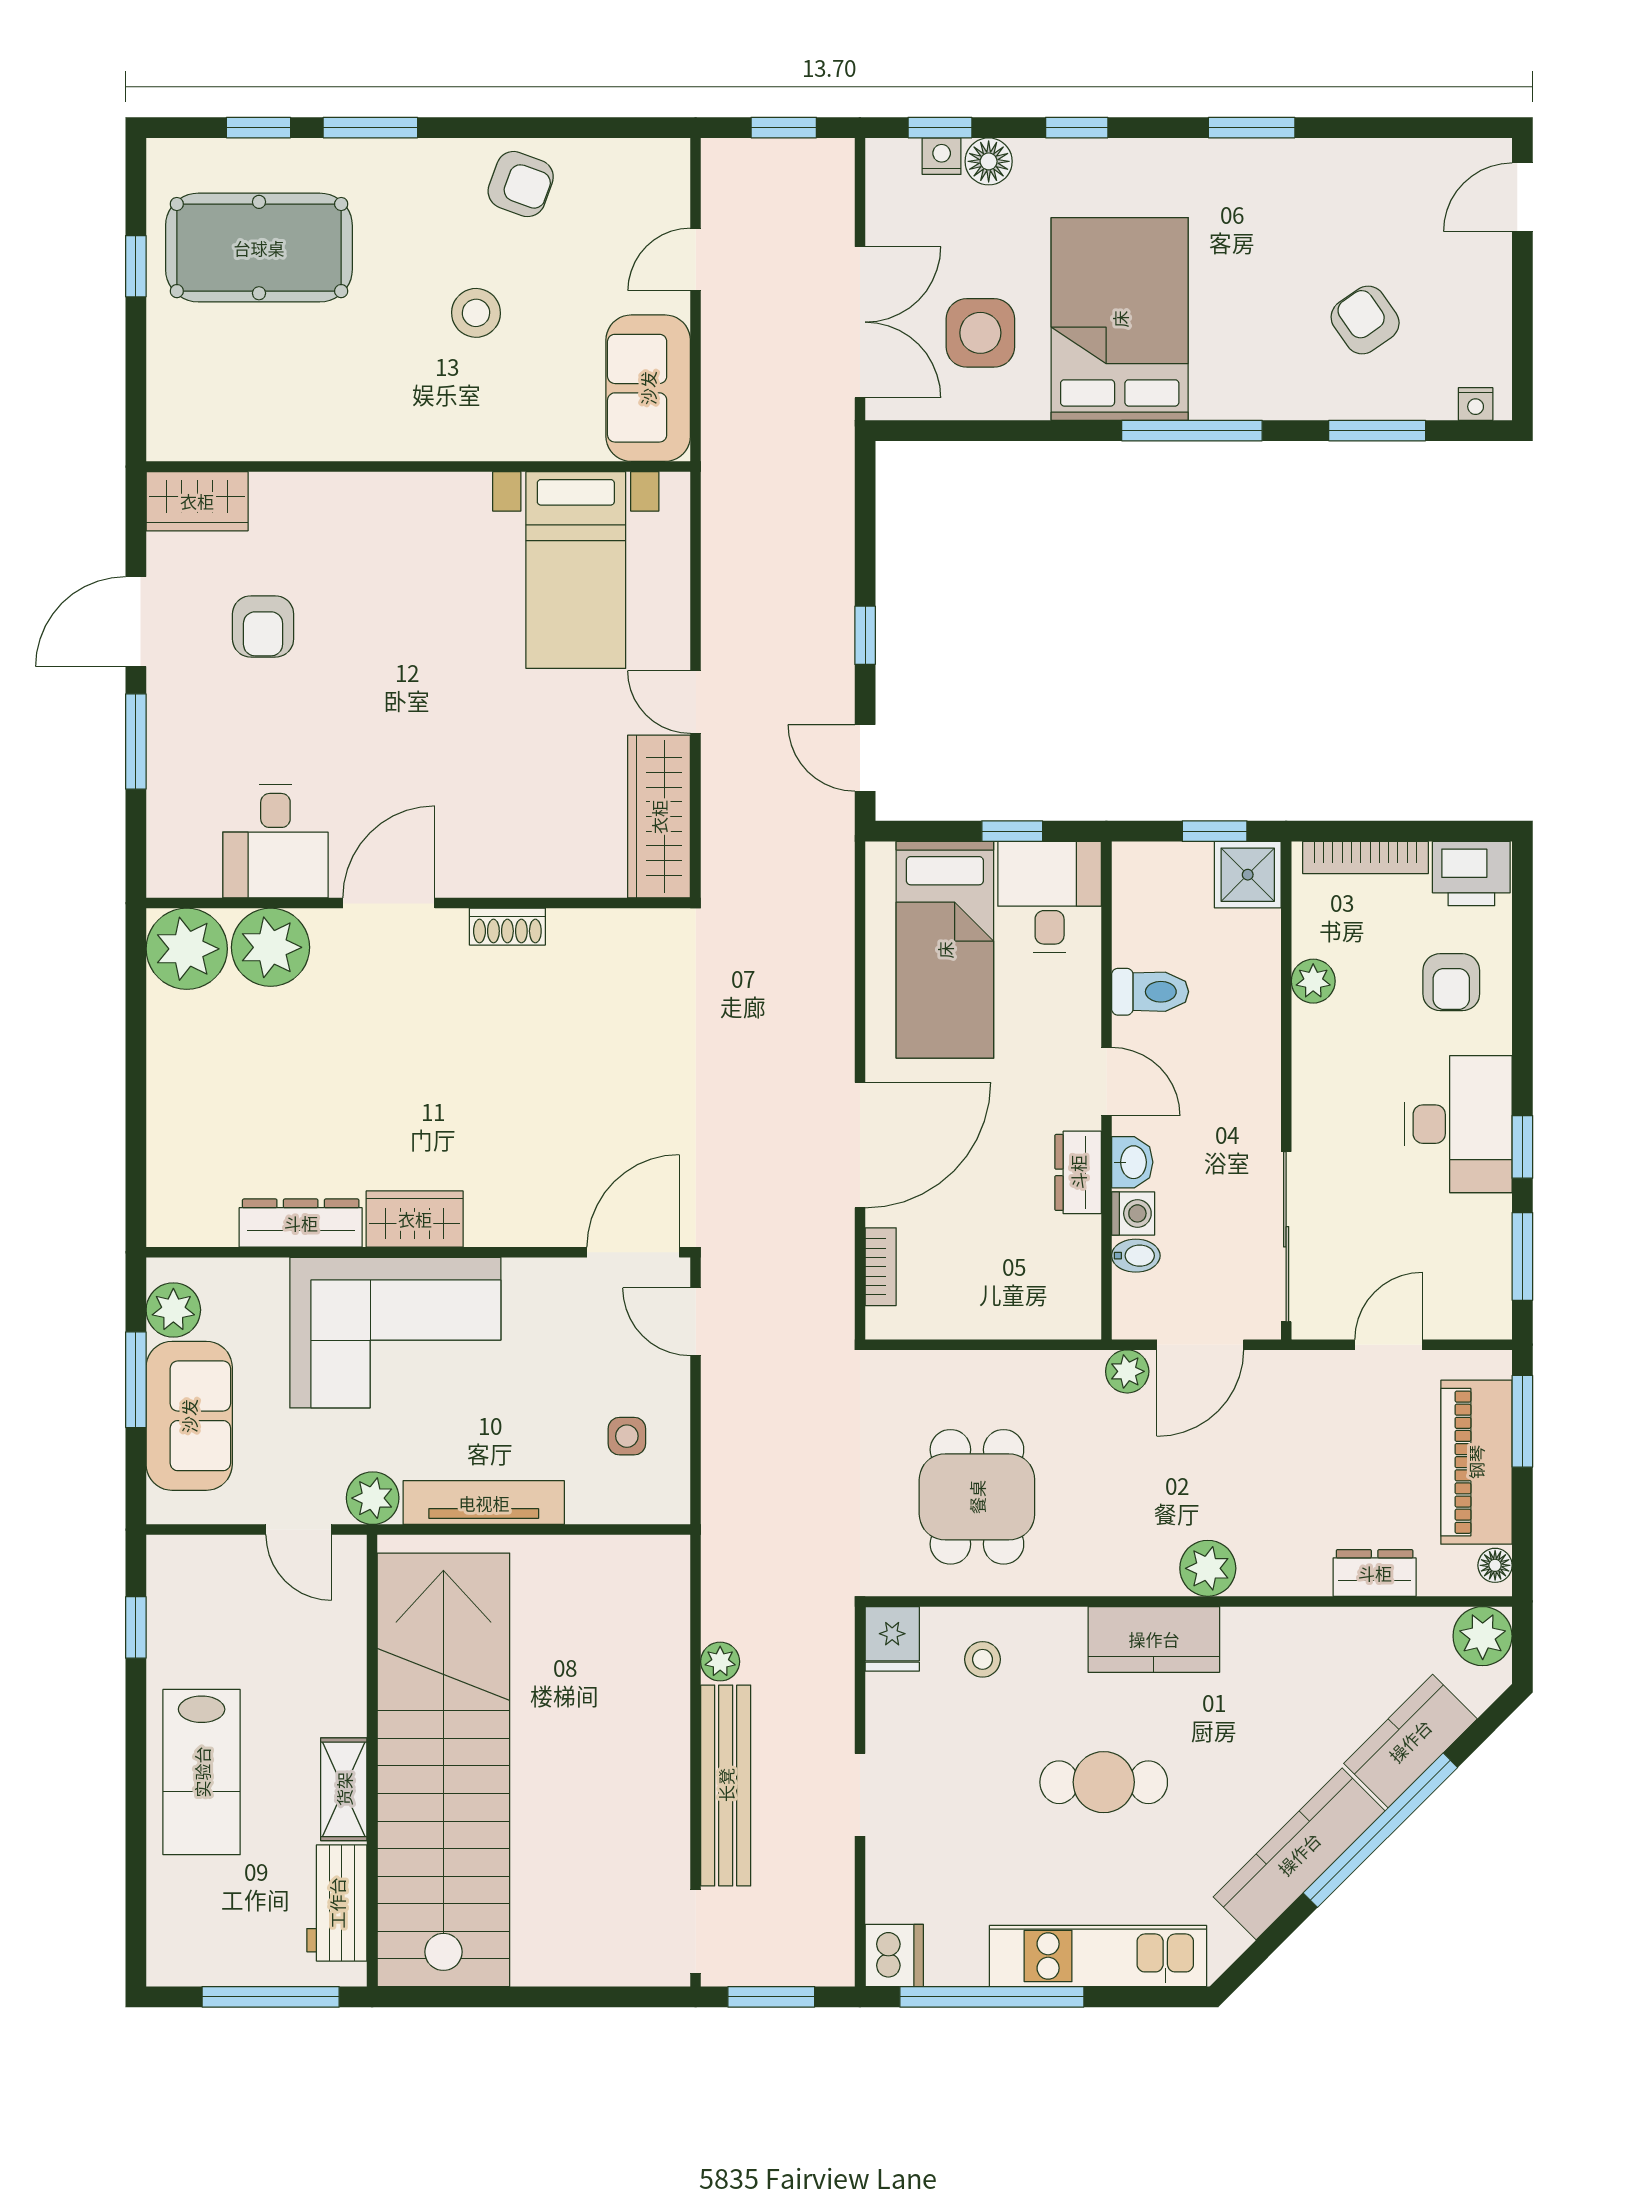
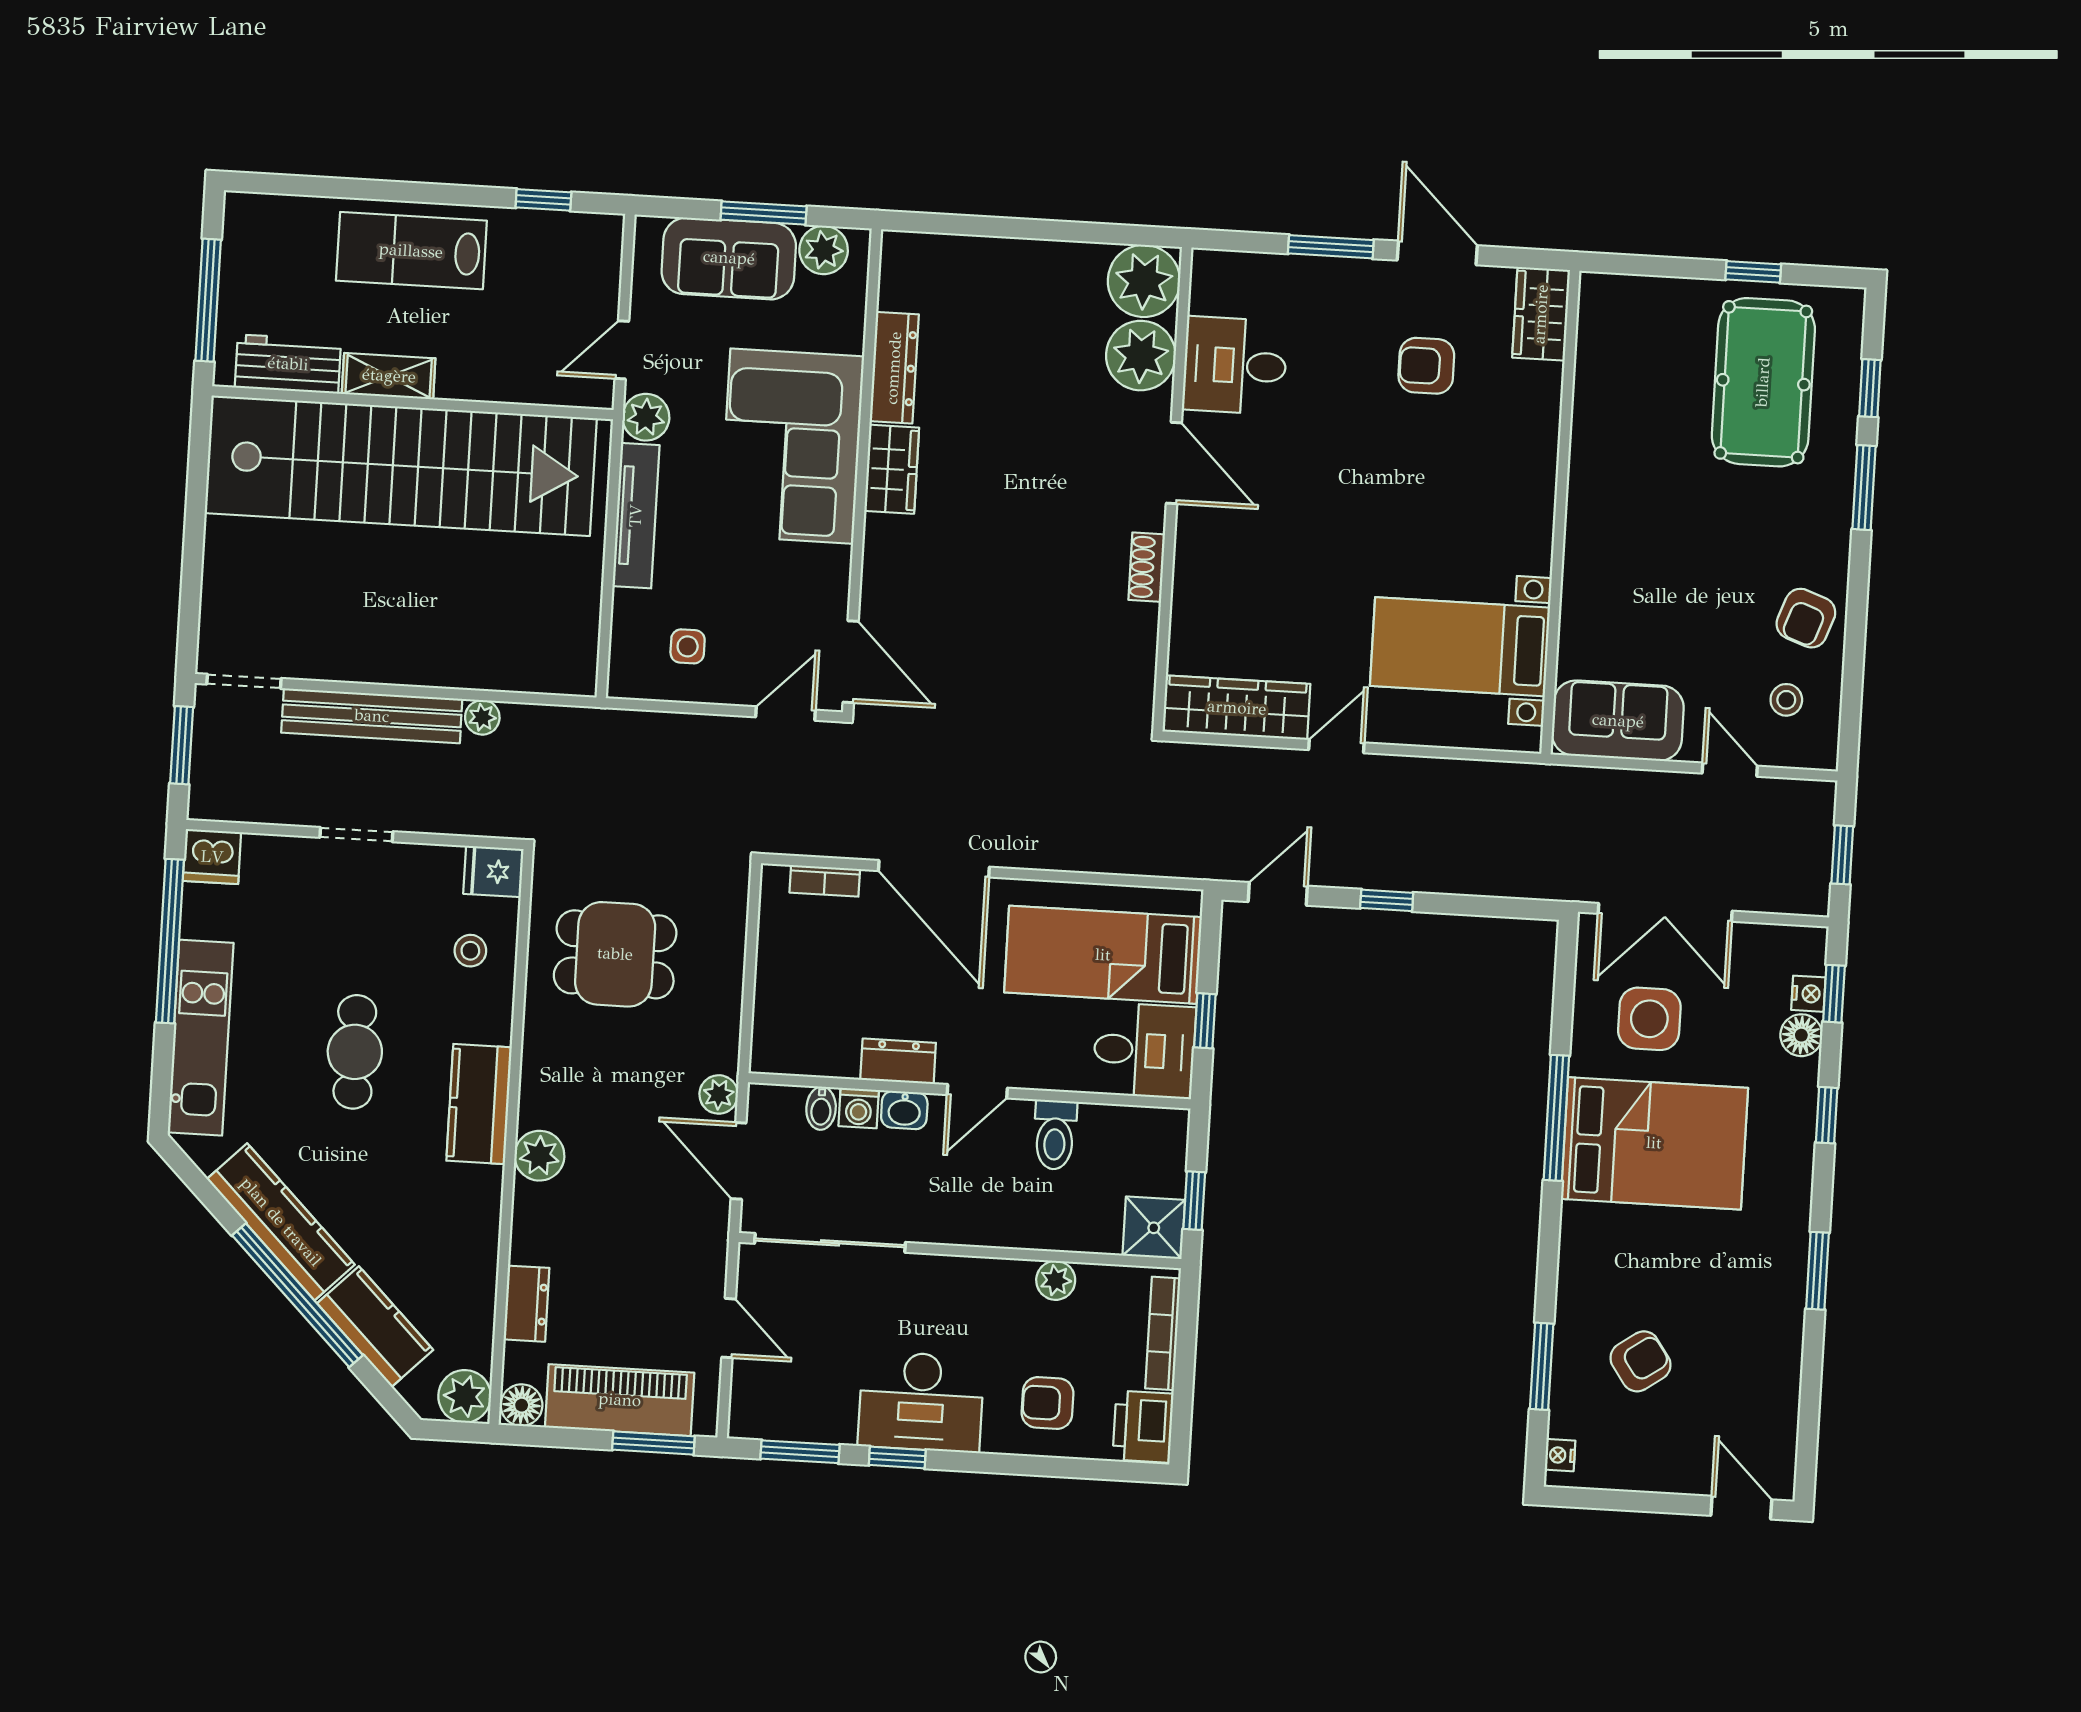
stool: (476, 313) -> (1786, 700), moved, width x0.73, depth x0.73
window: (1192, 431) -> (1556, 1118), moved
floor lamp: (1495, 1565) -> (522, 1405), width x1.37, depth x1.37

